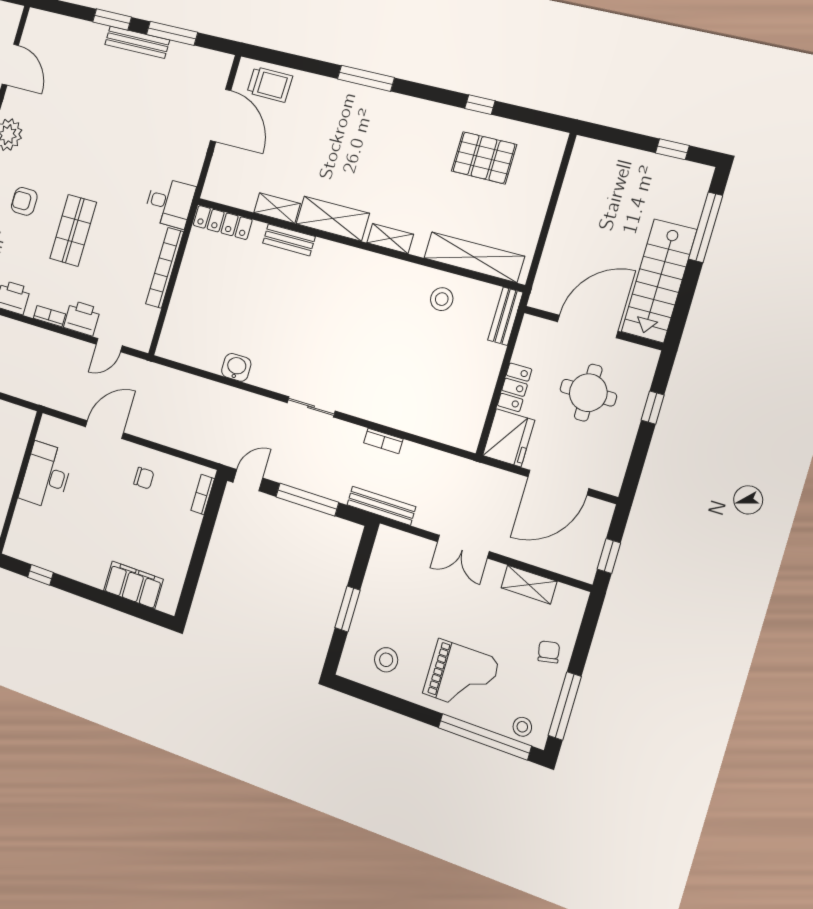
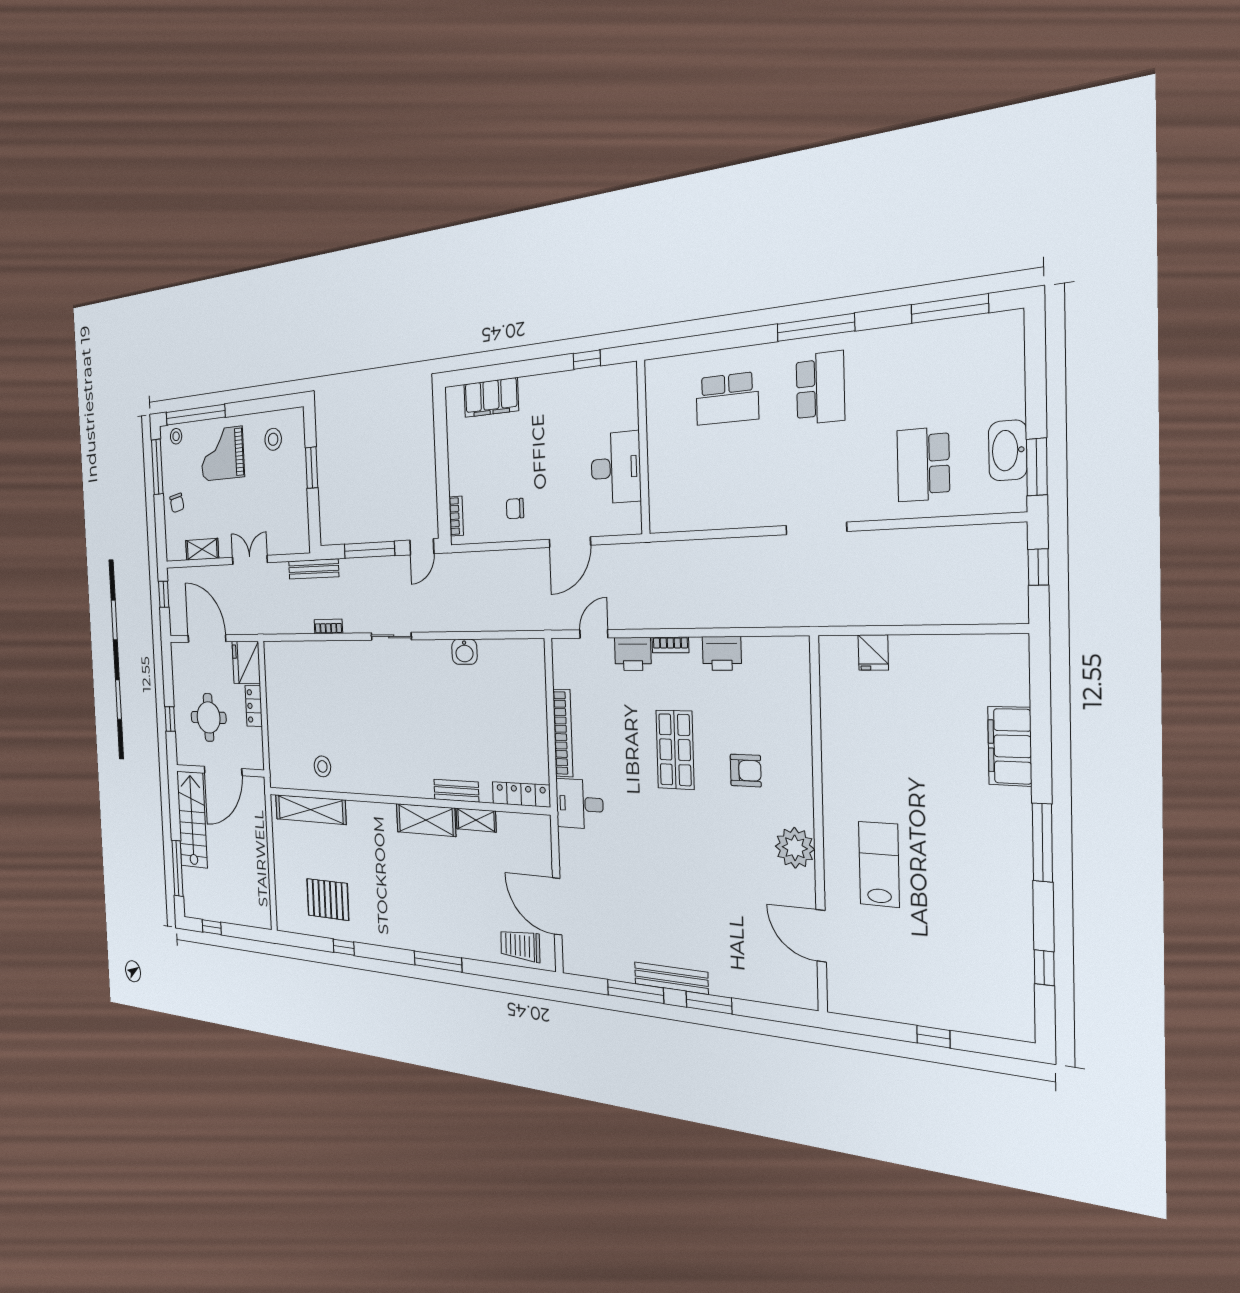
shelving: (390, 238) -> (375, 812), removed
bench: (505, 316) -> (276, 764), removed
door: (558, 483) -> (207, 639), hinge flipped

